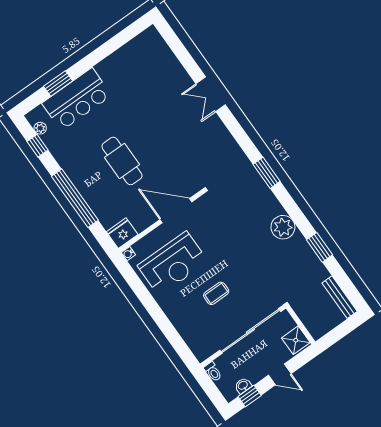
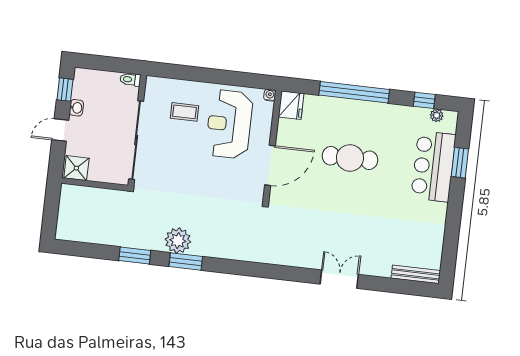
window: (267, 173) -> (186, 261), moved
coffee table: (216, 293) -> (184, 112), moved, turned 90
bench: (340, 297) -> (416, 274), moved
sliding door: (250, 331) -> (136, 140), moved
wall: (243, 336) -> (137, 130), moved
toilet: (213, 372) -> (130, 80), moved
washbasin: (243, 386) -> (76, 108), moved

